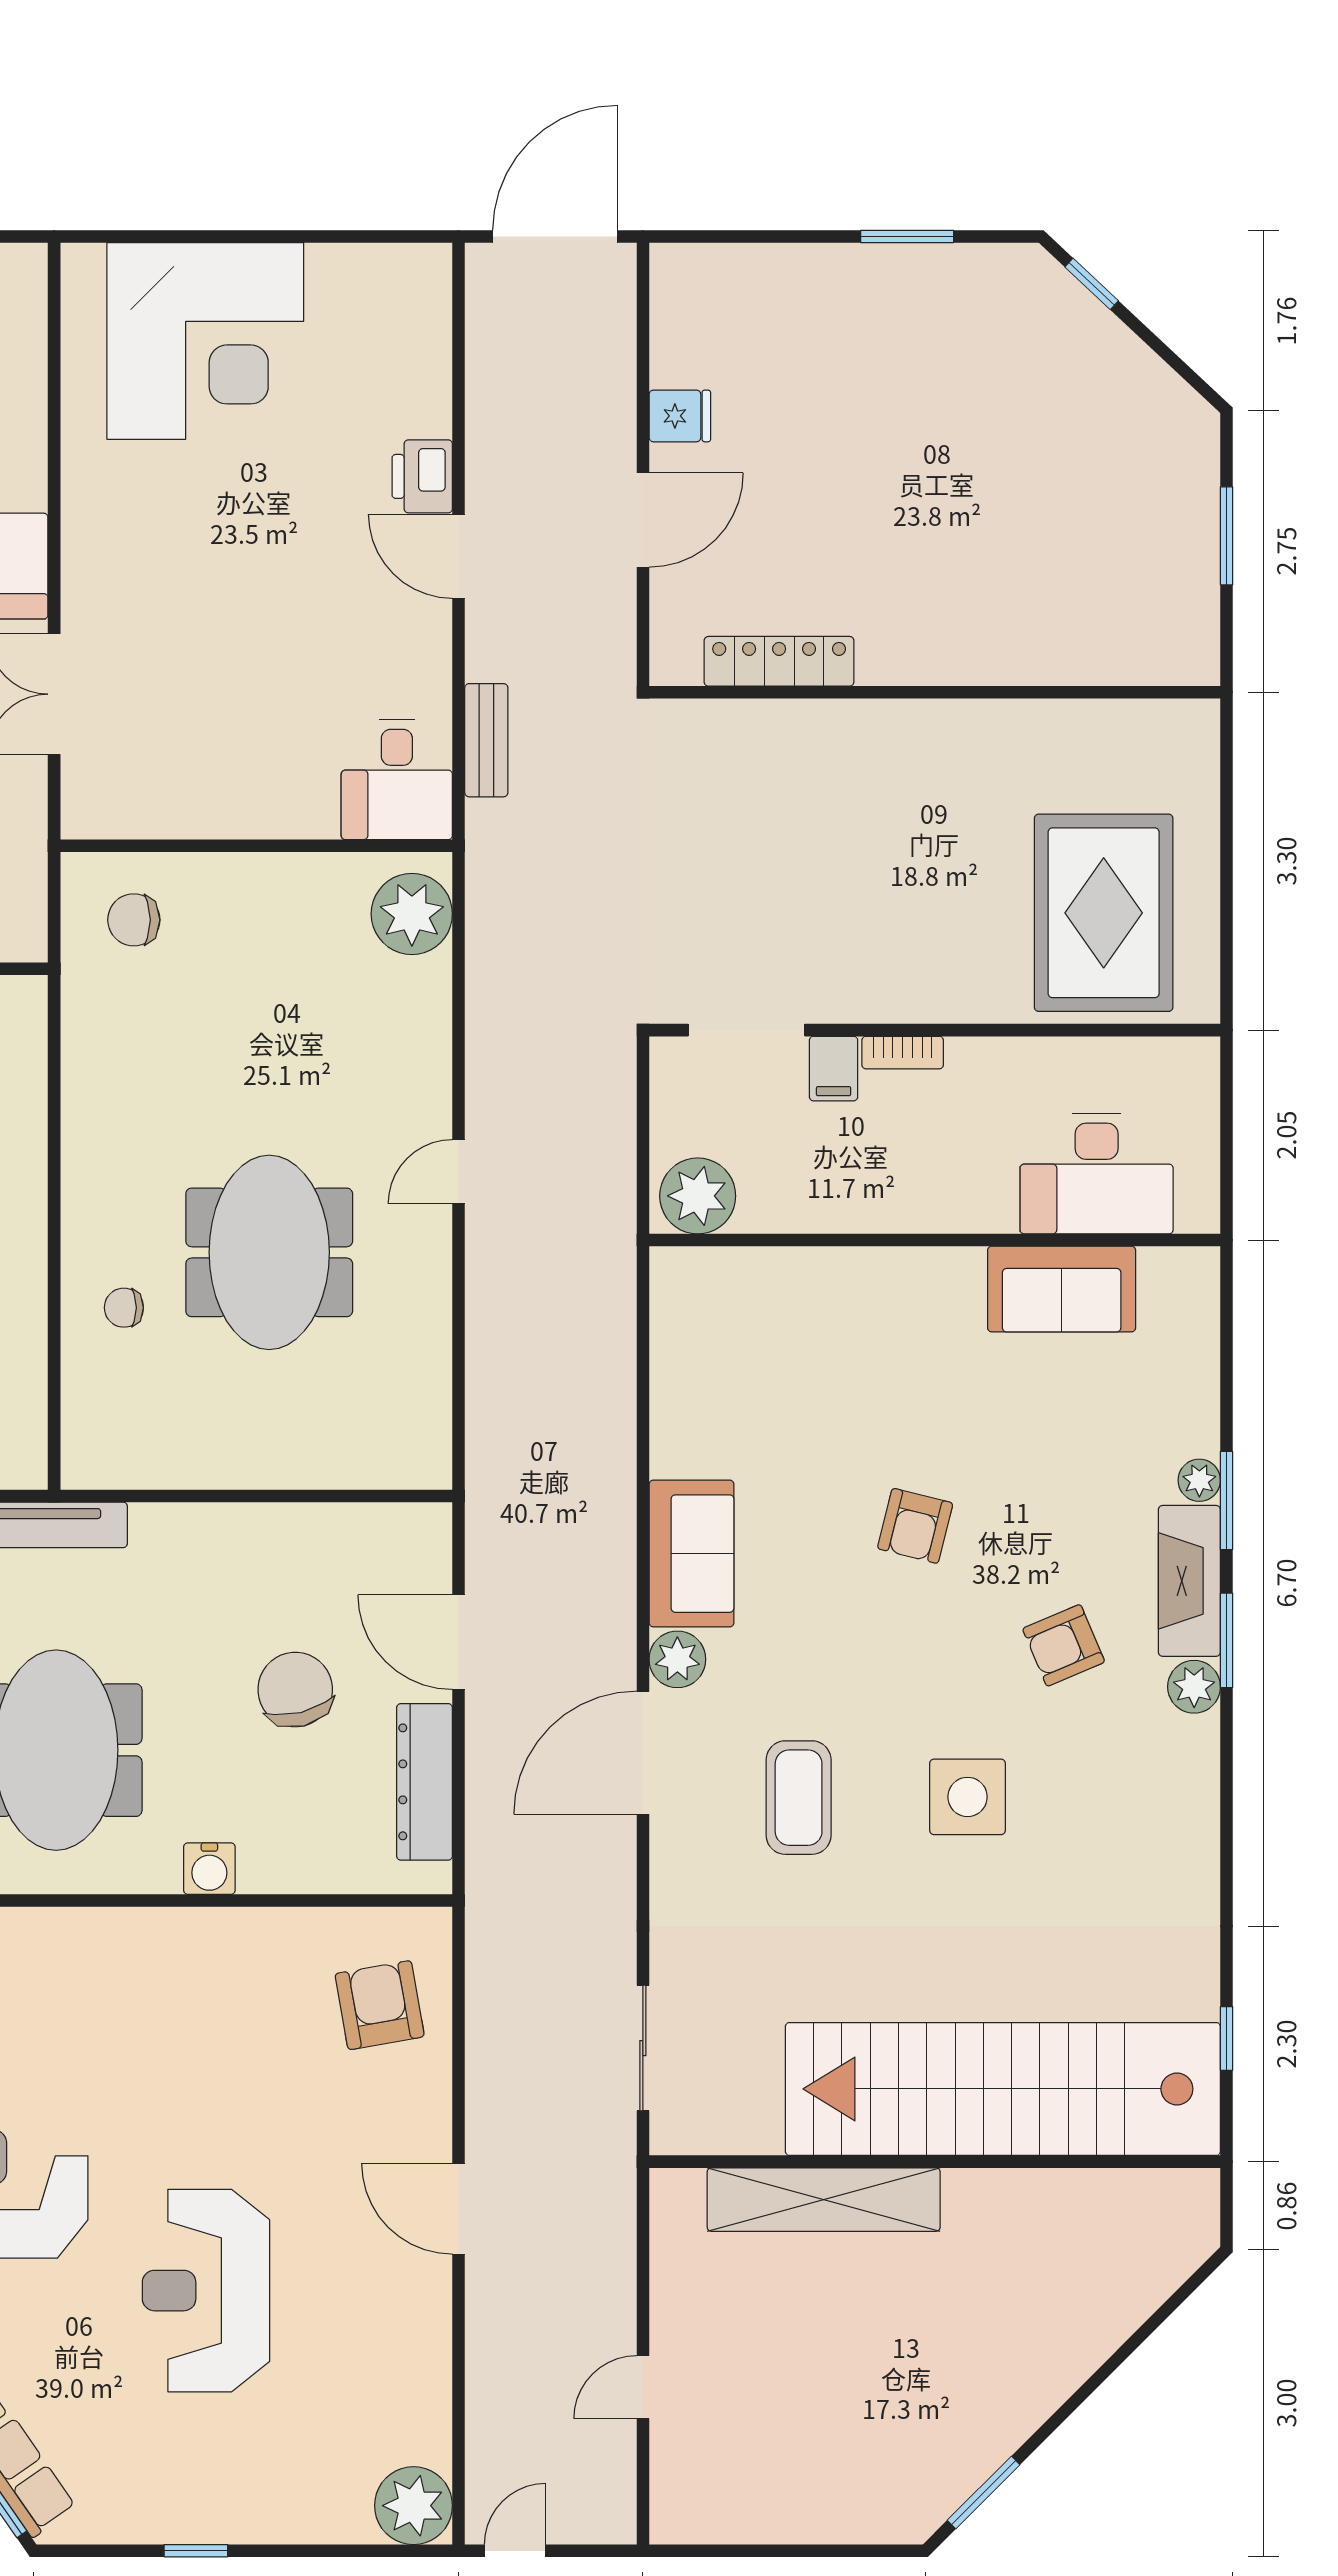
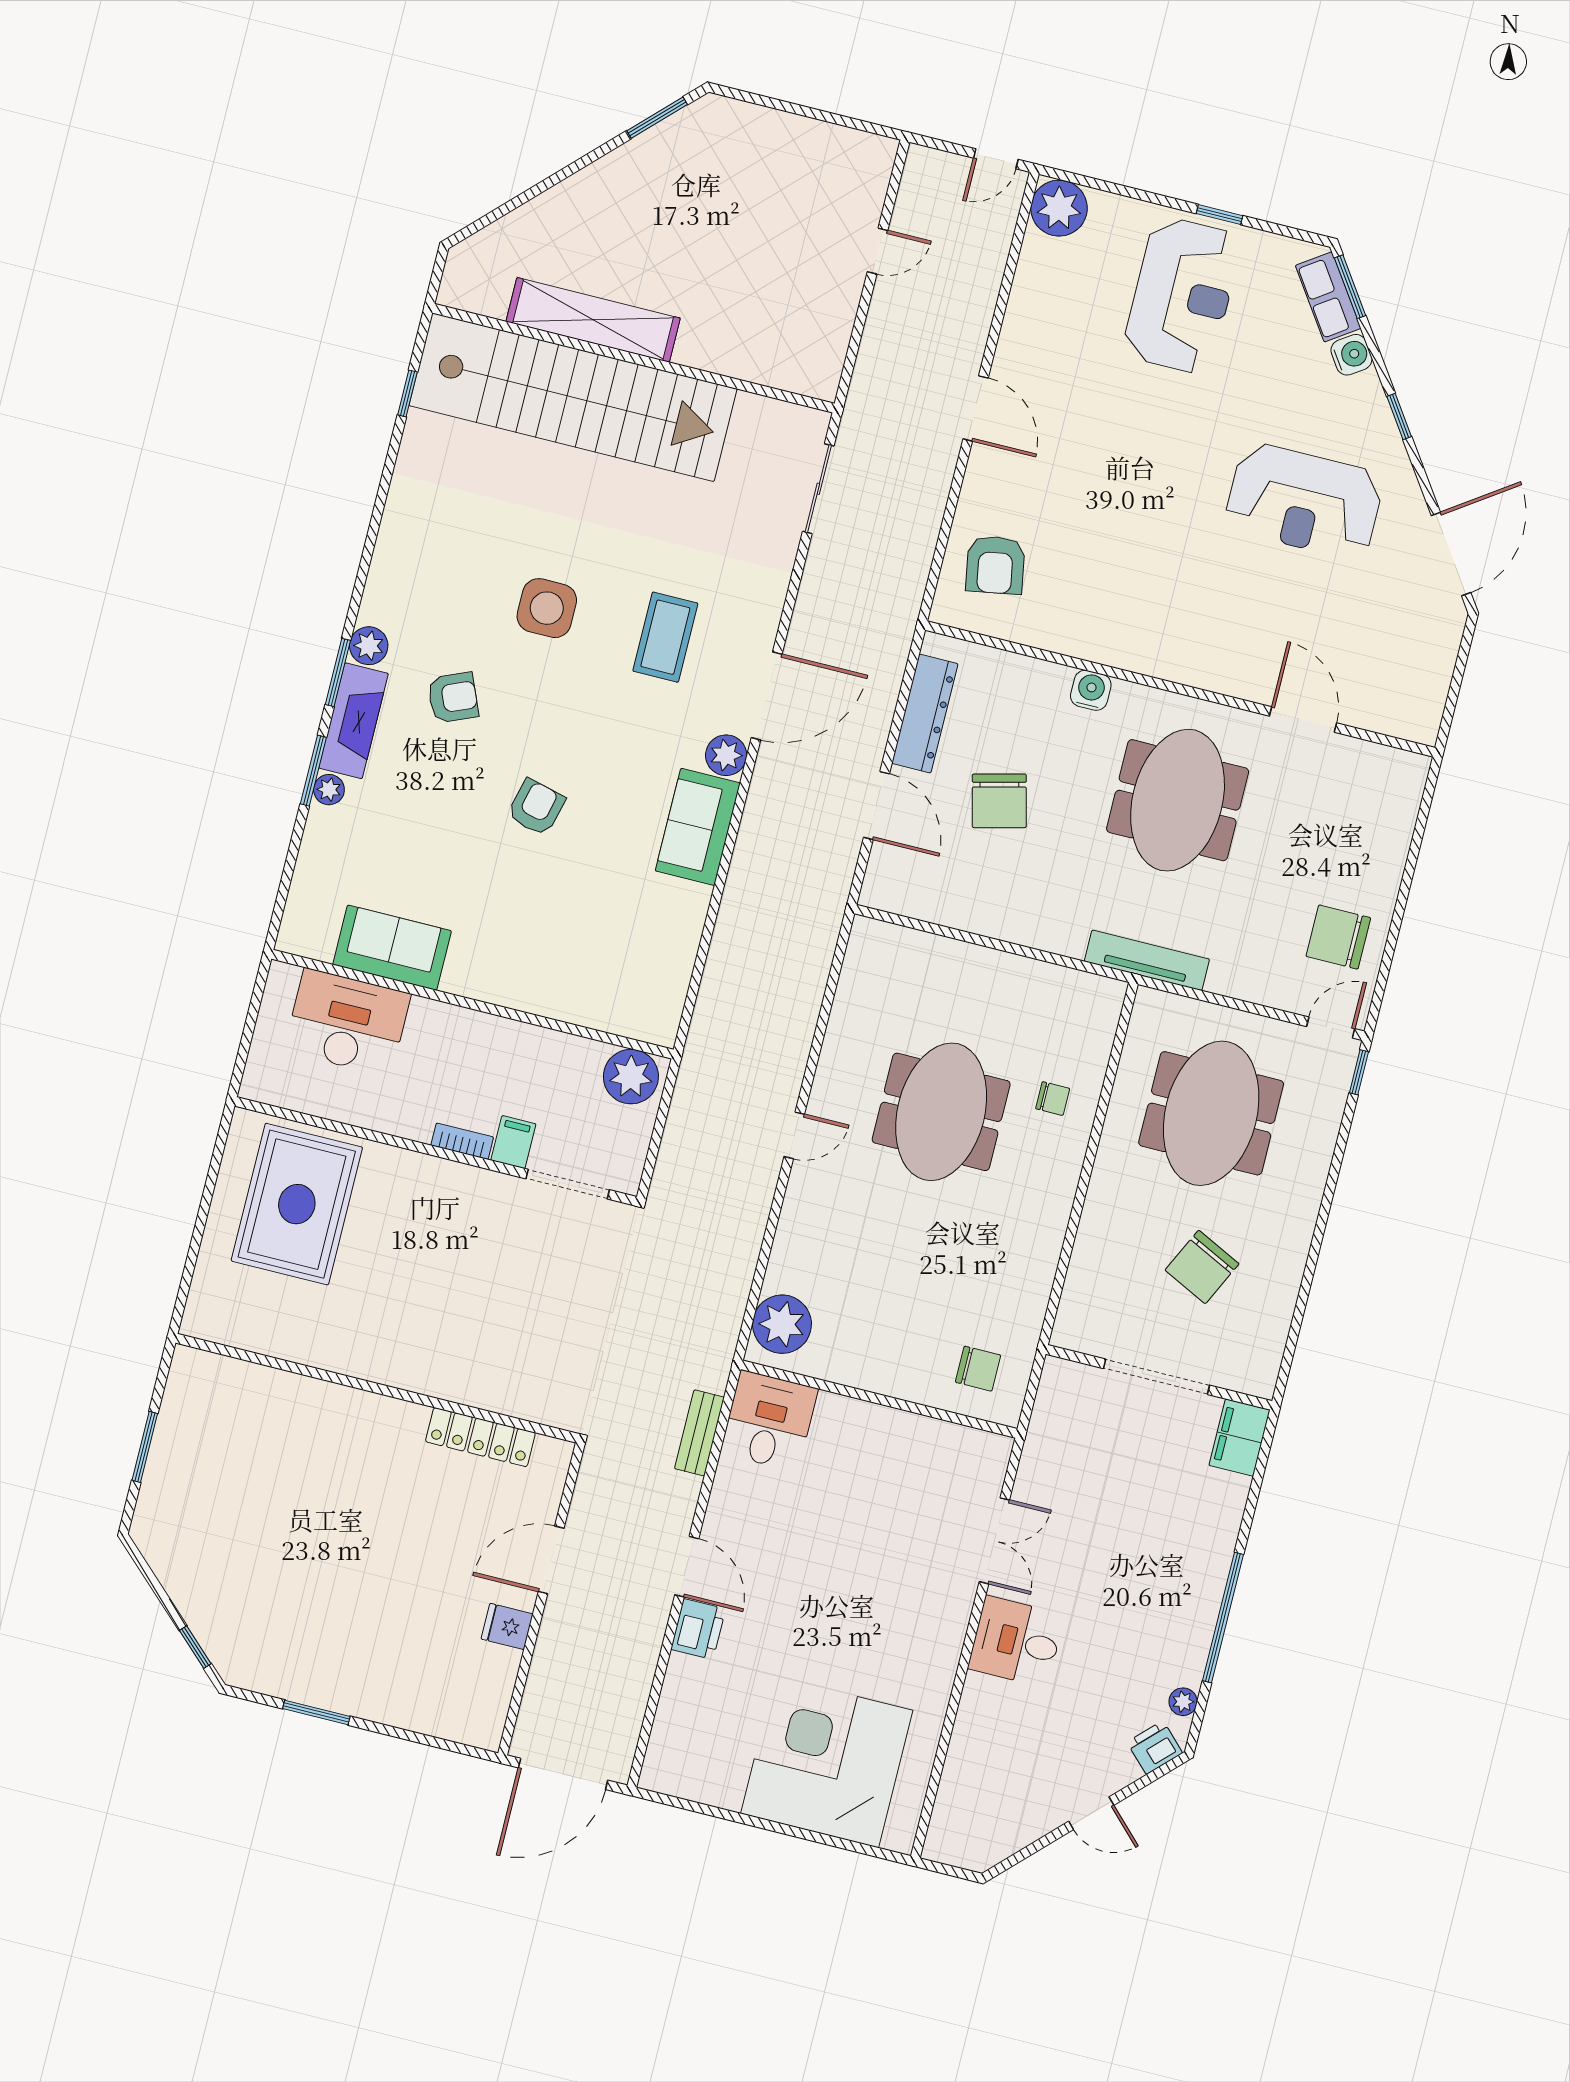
shelving: (824, 2200) -> (593, 320), moved
reception desk: (206, 2291) -> (1182, 295), moved

